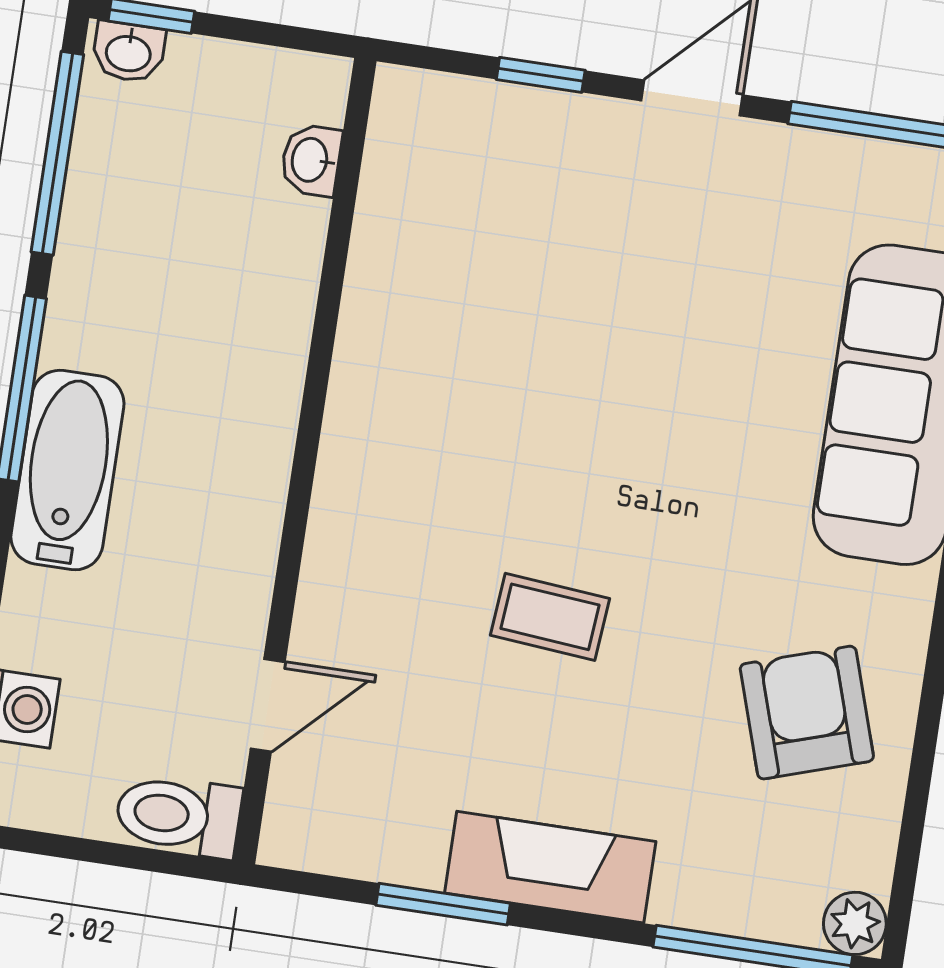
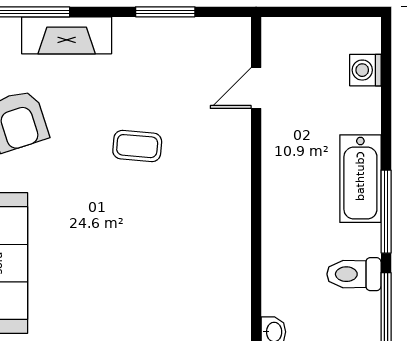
toilet: (178, 816) -> (354, 274), moved, turned 180
fireplace: (550, 867) -> (67, 35), moved

